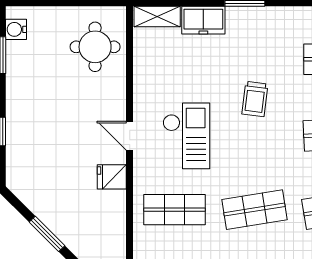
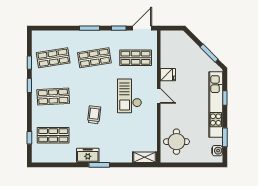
freezer: (203, 20) -> (88, 155), moved
kitchen unit: (19, 119) -> (216, 104), added
window: (47, 234) -> (209, 53), moved

